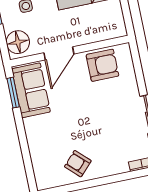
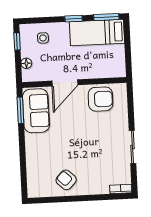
floor lamp: (18, 42) -> (26, 63), width x0.53, depth x0.53

